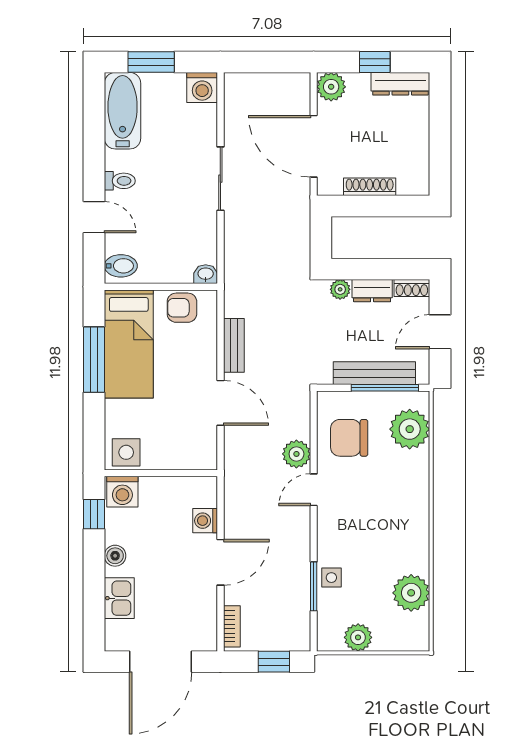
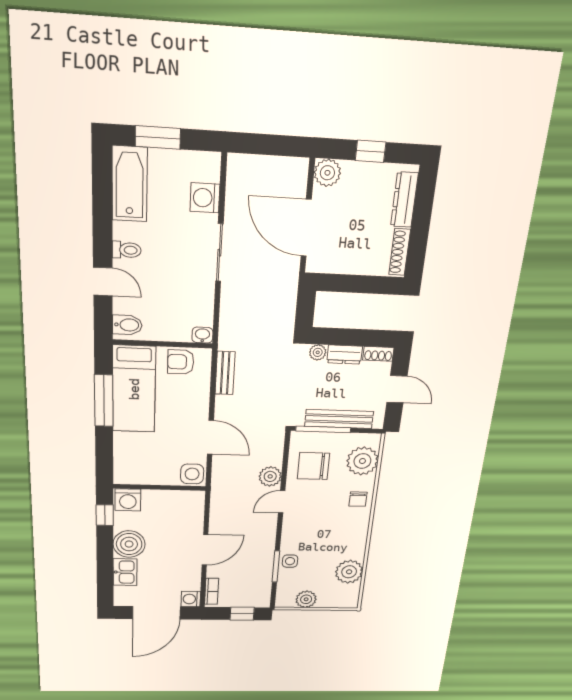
dresser: (400, 84) -> (404, 200), moved, turned 90
washing machine: (202, 88) -> (205, 198), moved, turned 90
shoe rack: (370, 187) -> (400, 252), moved, turned -90
door: (440, 332) -> (397, 389), swing flipped
bench: (234, 345) -> (225, 373), moved
window: (385, 388) -> (323, 429), moved
side table: (126, 452) -> (192, 474), moved
chair: (410, 483) -> (358, 499), added
washing machine: (205, 521) -> (191, 599), moved
boiler: (115, 556) -> (129, 544), width x1.86, depth x1.86

